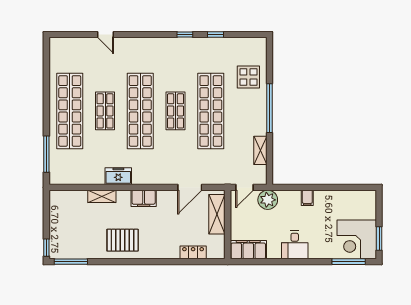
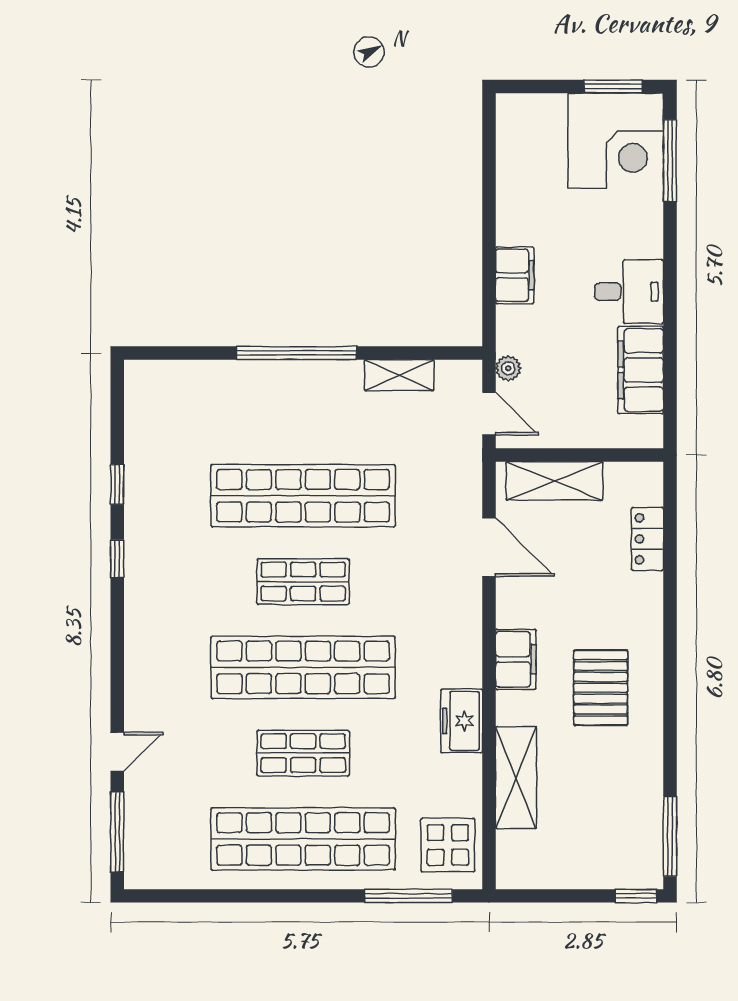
window: (73, 35) -> (117, 832), added
display table: (248, 77) -> (448, 845), moved
shelving: (102, 196) -> (516, 778), width x1.50, depth x1.33
filing cabinet: (307, 198) -> (515, 275), width x2.00
plant: (268, 200) -> (508, 368), width x0.53, depth x0.53
pallet: (123, 240) -> (601, 688), moved
filing cabinet: (248, 250) -> (641, 370), moved

